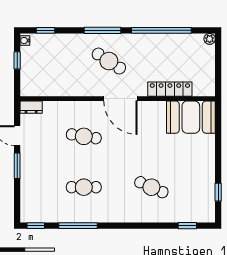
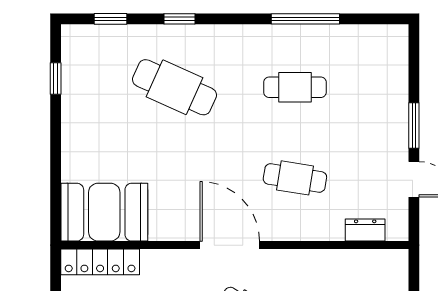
locker: (170, 89) -> (100, 262), moved
dresser: (31, 107) -> (365, 230), moved
cafe table: (151, 187) -> (174, 87), width x1.37, depth x1.35
window: (36, 226) -> (179, 19), moved

